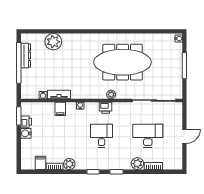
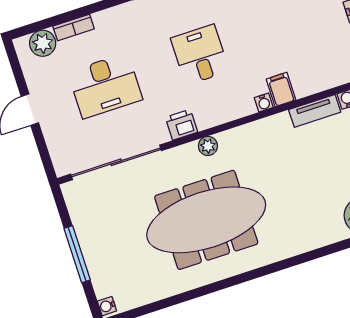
printer: (106, 108) -> (181, 125), moved
filing cabinet: (60, 109) -> (281, 90), moved
desk: (102, 136) -> (200, 55), turned 180
plant: (137, 164) -> (43, 43), moved

